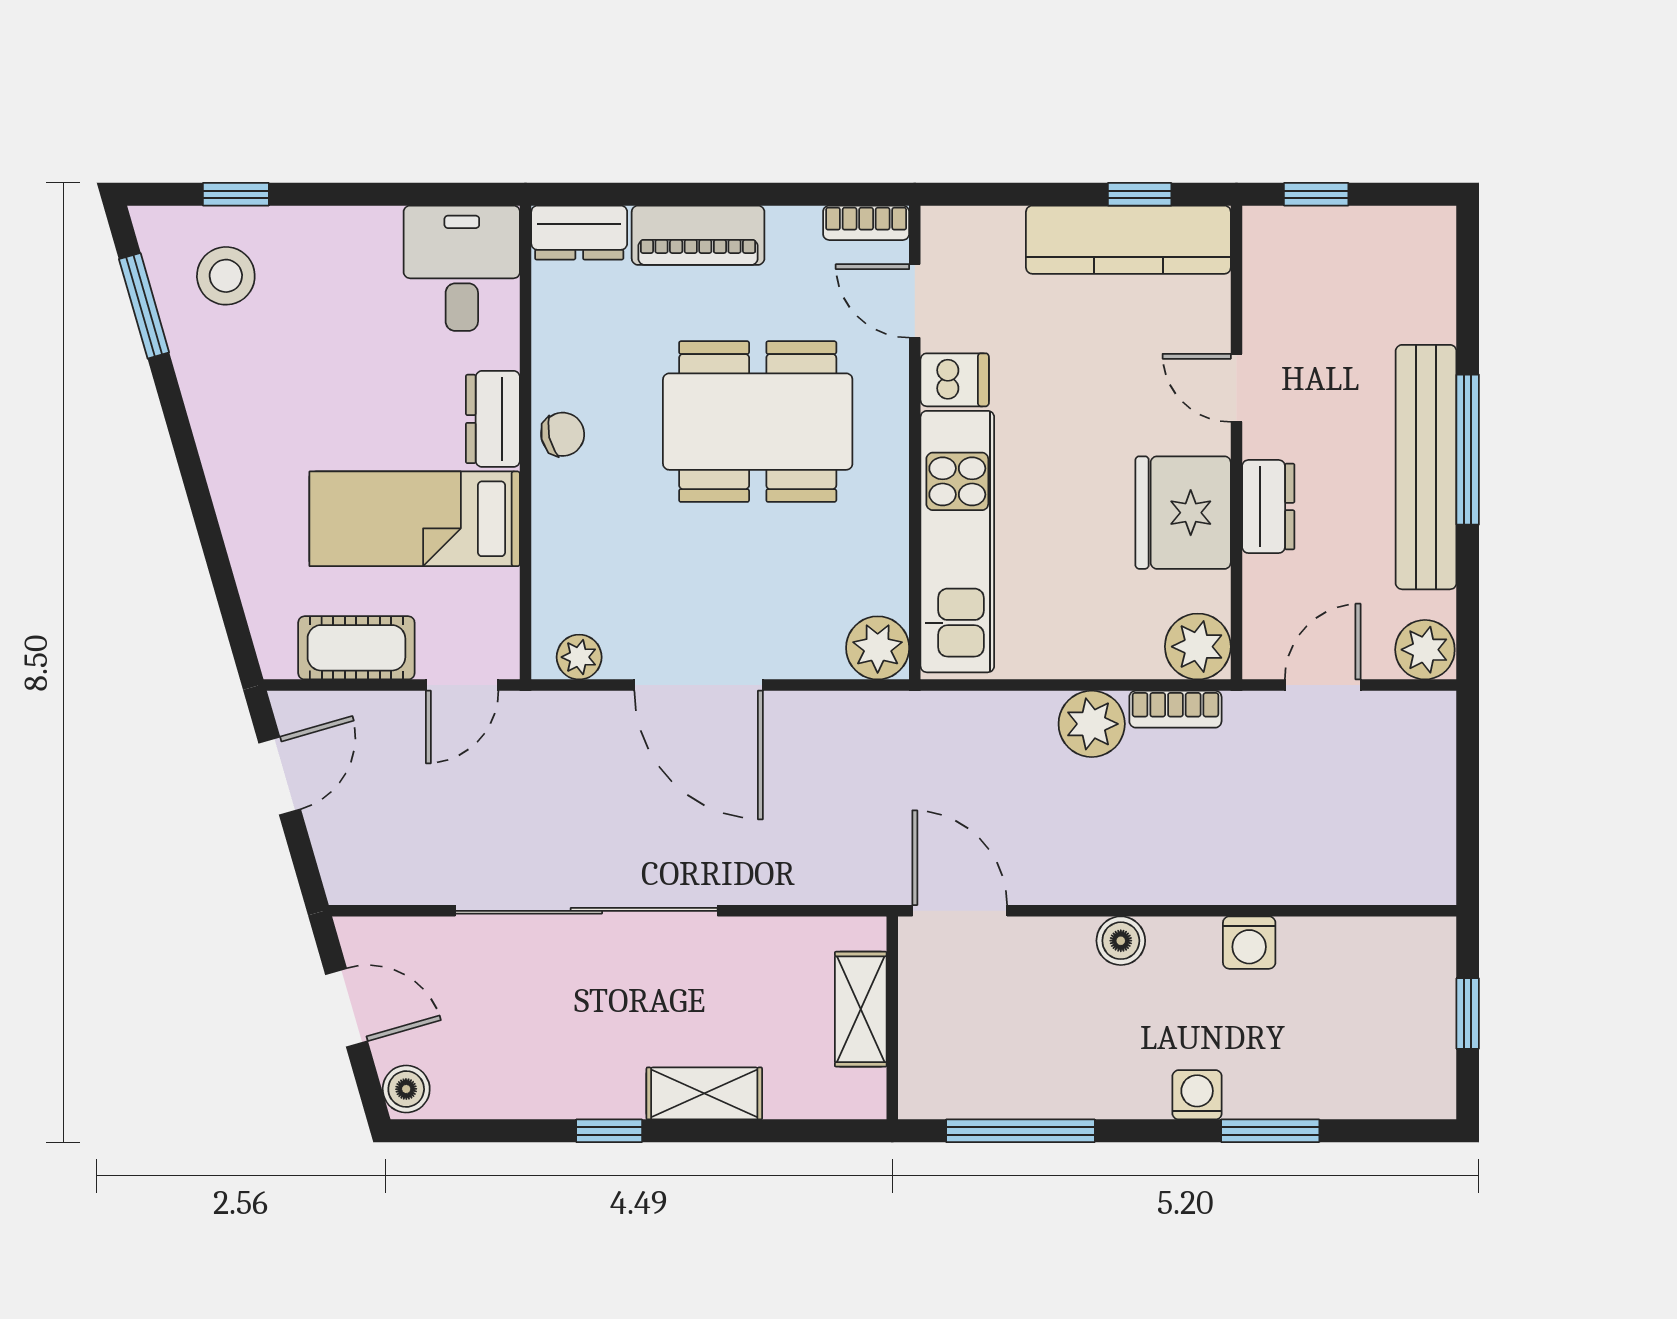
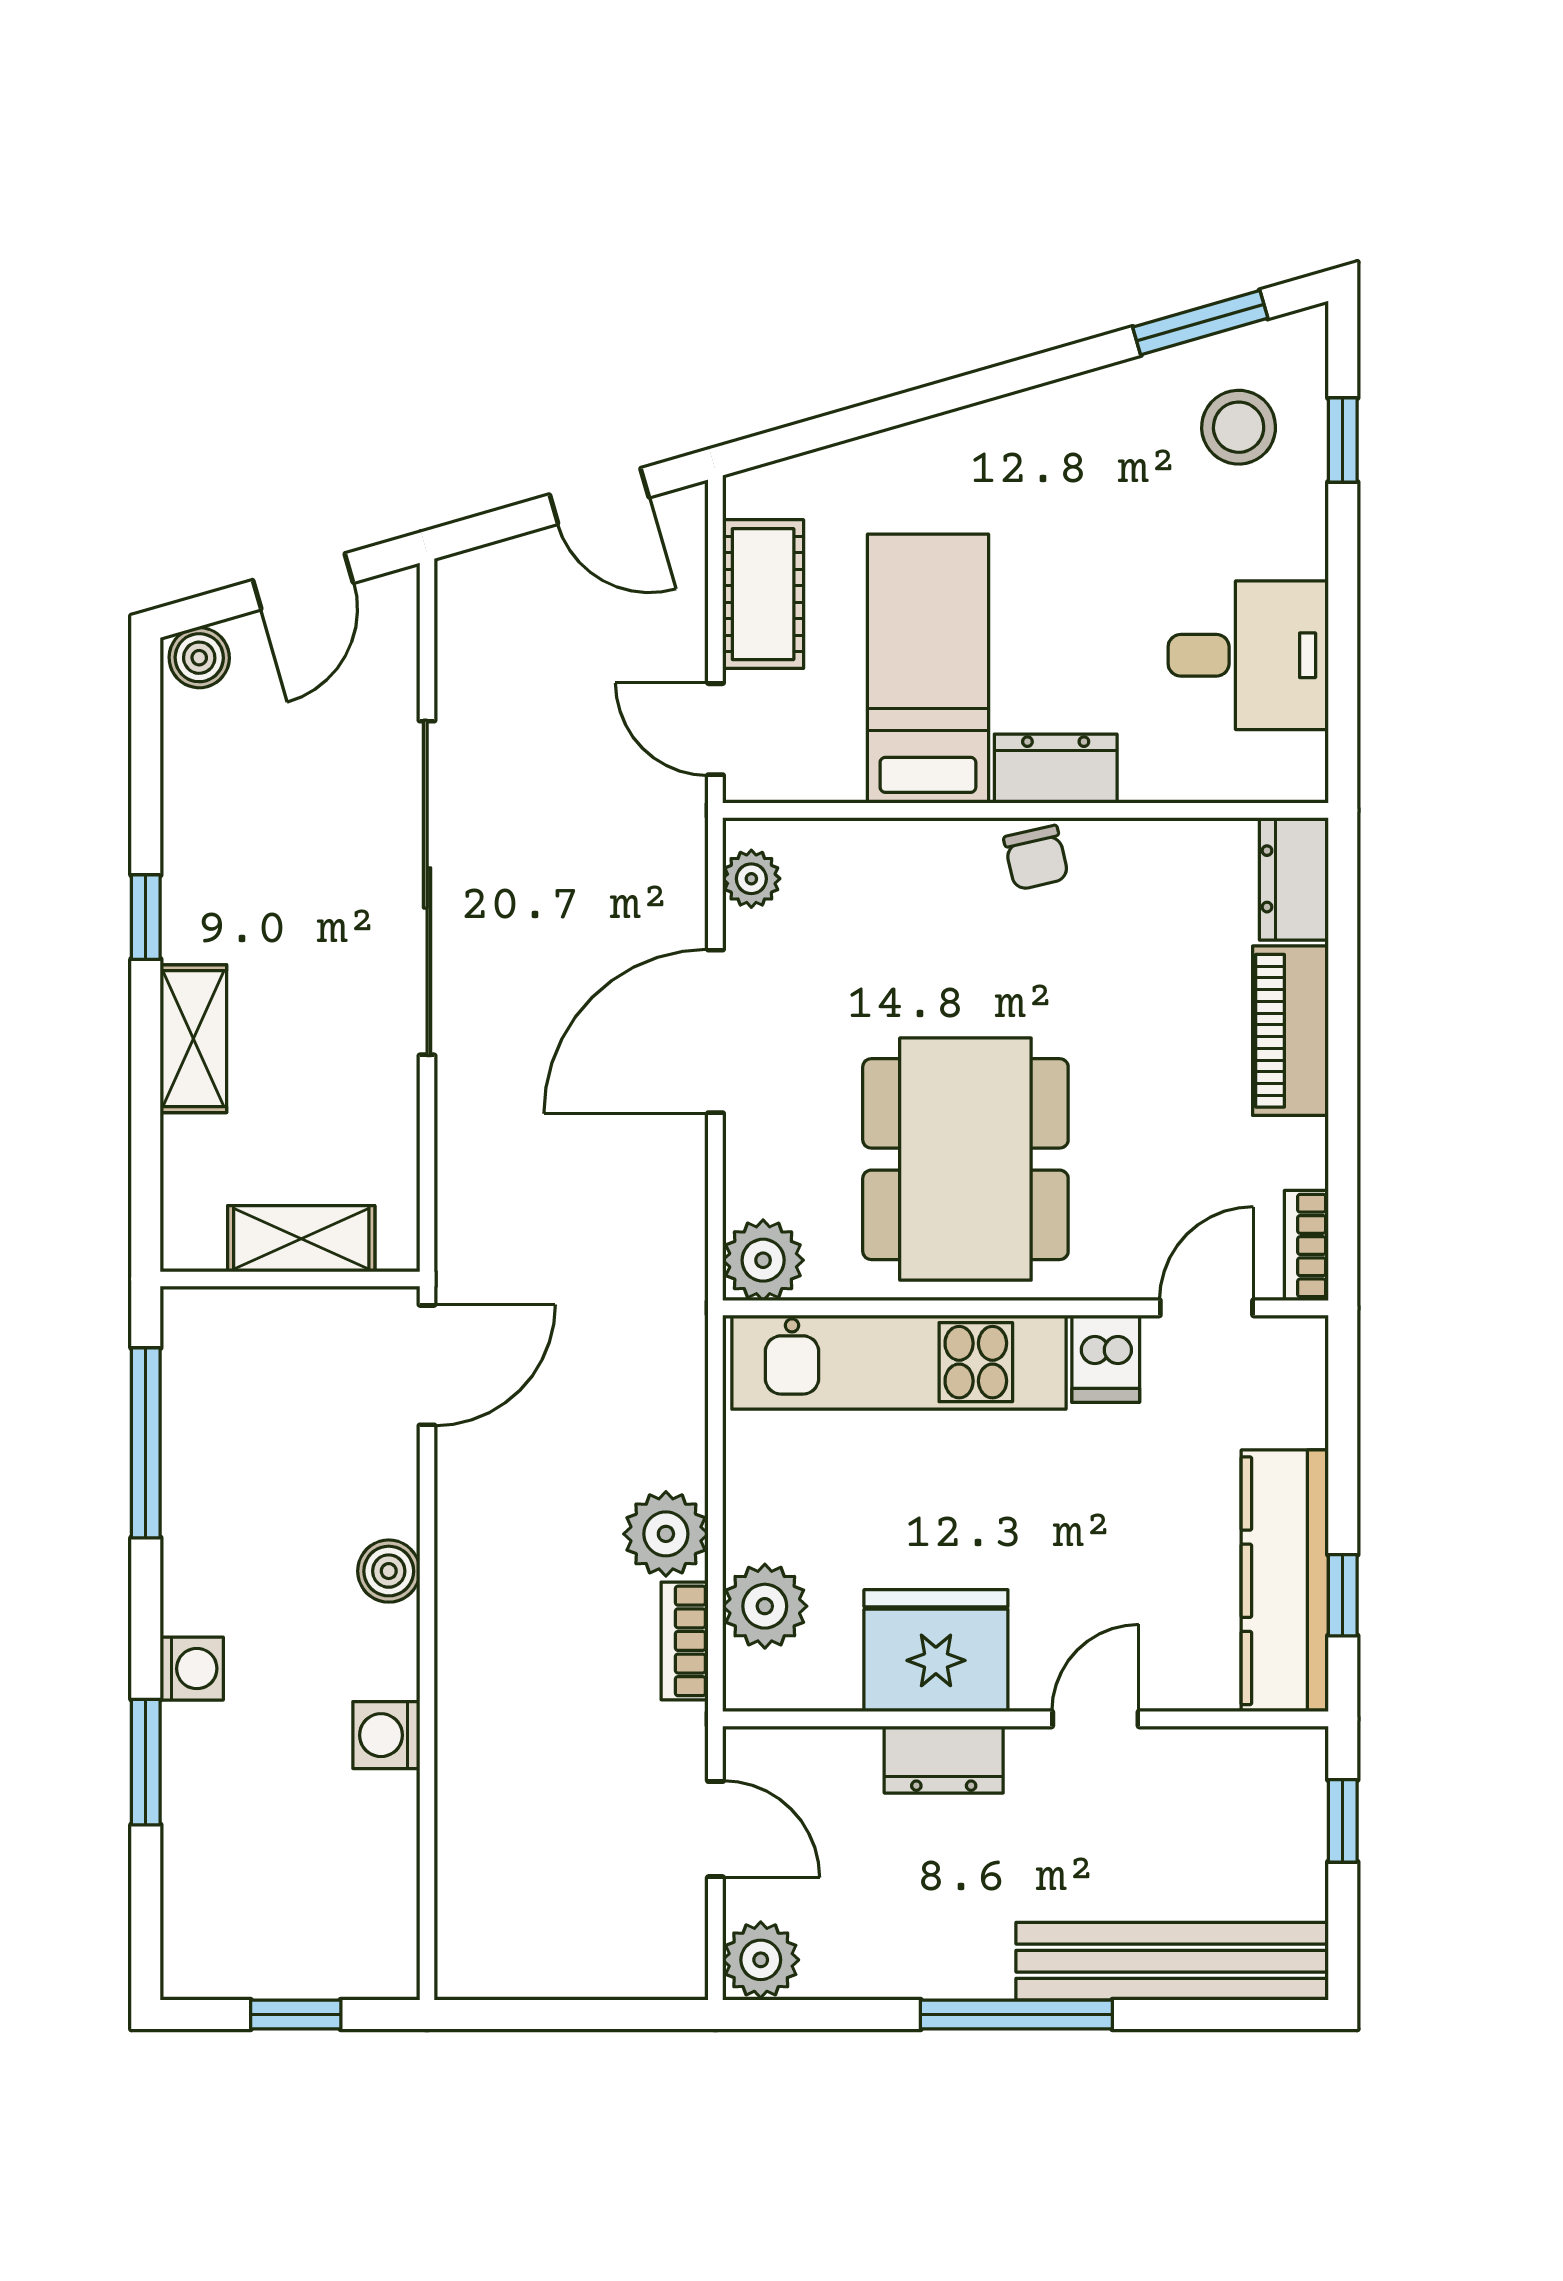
desk: (462, 268) -> (1248, 655), moved
dining table: (758, 422) -> (965, 1159), moved
bench: (1426, 467) -> (1172, 1961), moved
plant: (1198, 647) -> (765, 1606), moved

